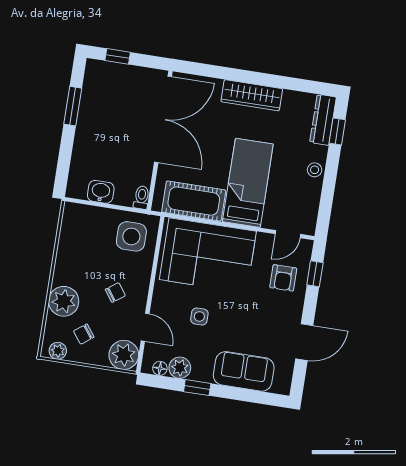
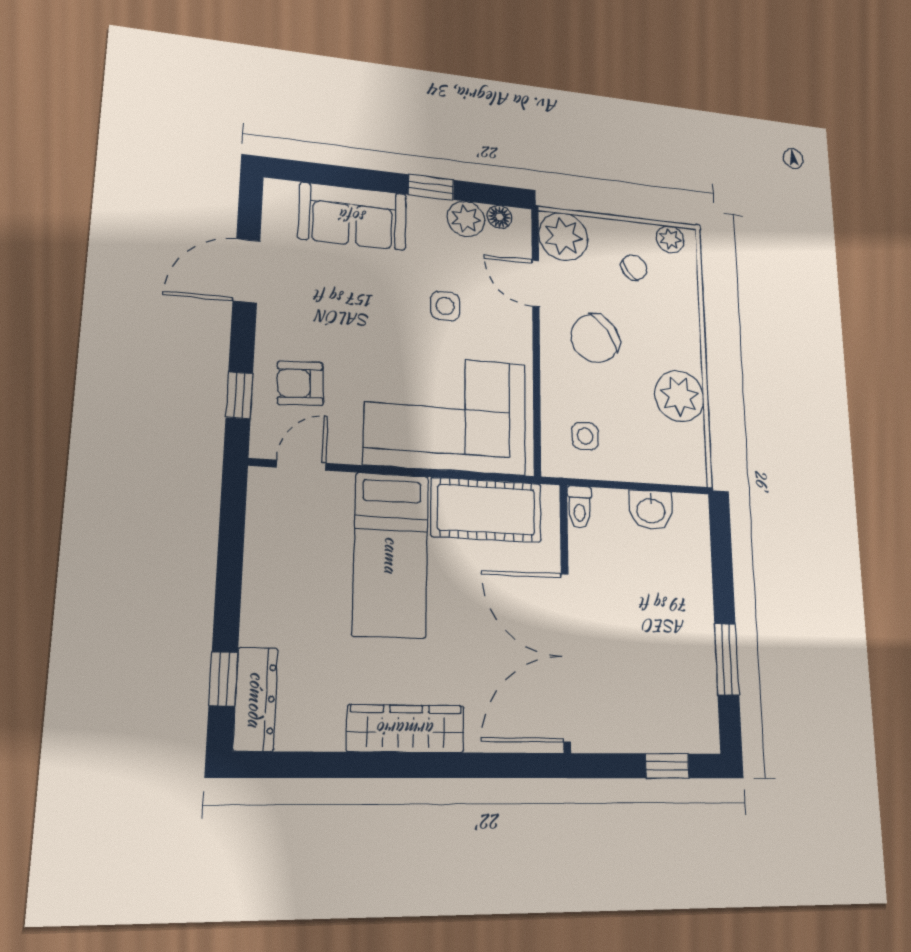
stool: (315, 170) -> (262, 595), removed
side table: (131, 236) -> (585, 436), width x0.54, depth x0.54
armchair: (283, 278) -> (300, 383), turned -93
chair: (115, 293) -> (595, 338), width x1.87, depth x1.87
plant: (64, 301) -> (679, 396), moved

